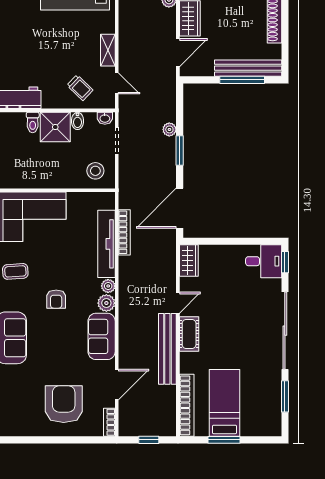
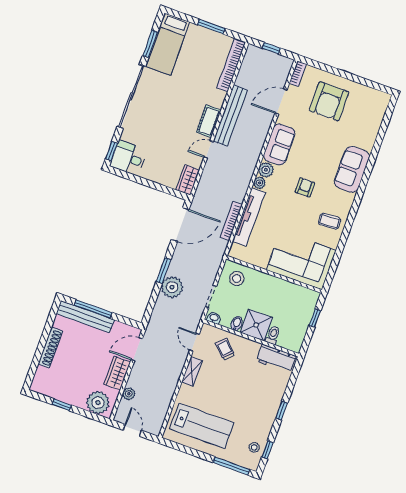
plant: (169, 129) -> (172, 287), width x1.87, depth x1.87
bed: (224, 403) -> (168, 44), moved

